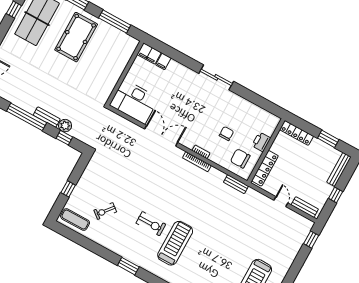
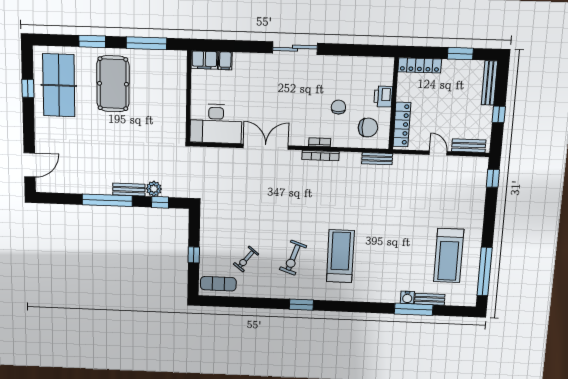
chair: (240, 158) -> (368, 127), turned 180
exercise bike: (151, 224) -> (293, 258), moved, turned 109

